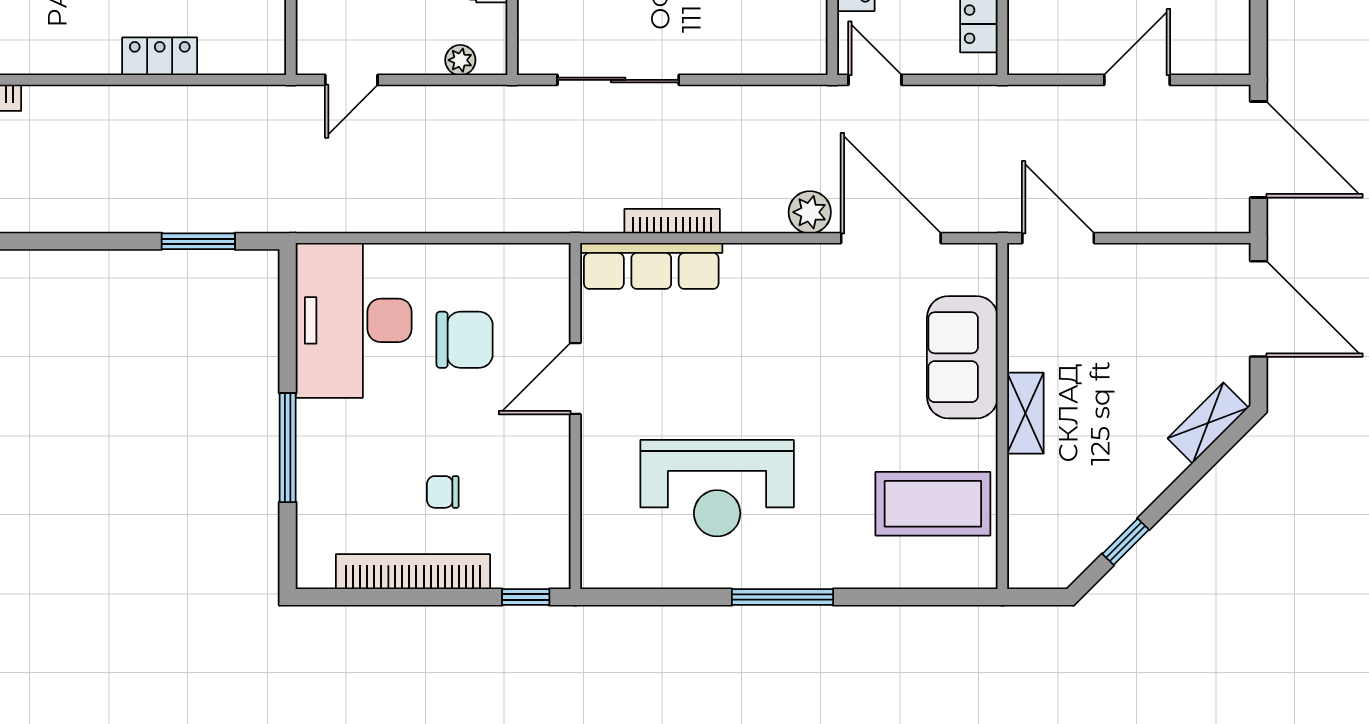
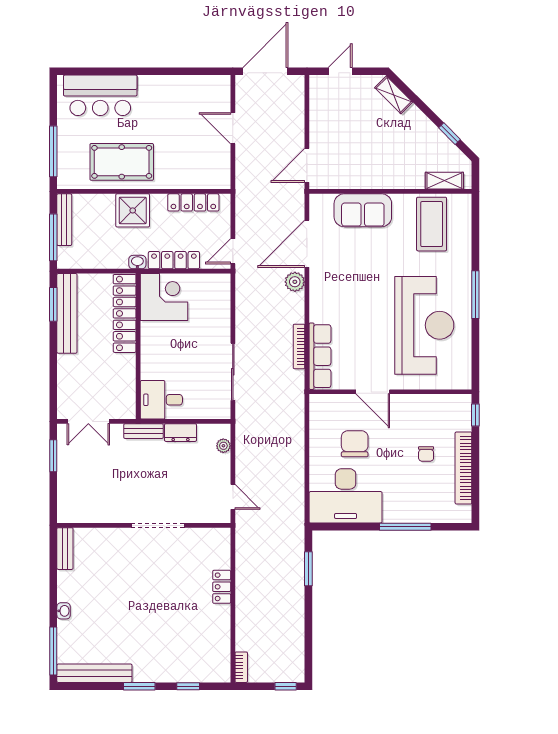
door: (1259, 309) -> (340, 71), width x0.53
shelving: (1025, 413) -> (444, 181), moved
reception desk: (717, 488) -> (424, 325), width x1.36, depth x1.30

